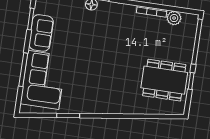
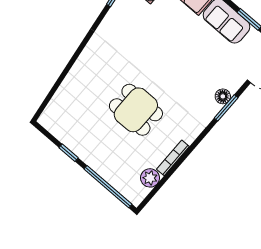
dining table: (164, 80) -> (136, 110), moved, width x0.73

